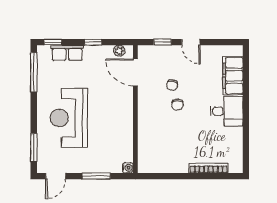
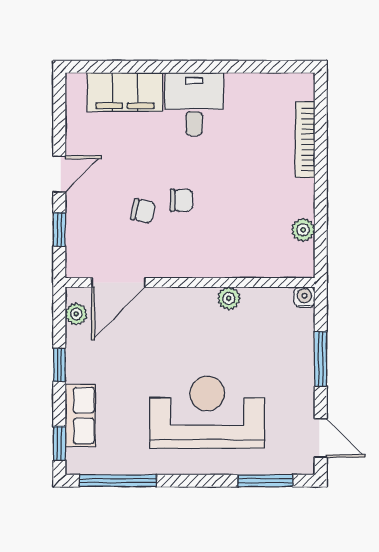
reception desk: (69, 118) -> (207, 412), turned 180
plant: (127, 129) -> (229, 298), added
plant: (162, 167) -> (303, 230), added

